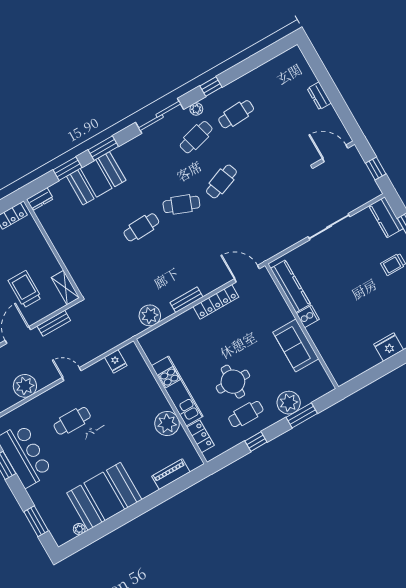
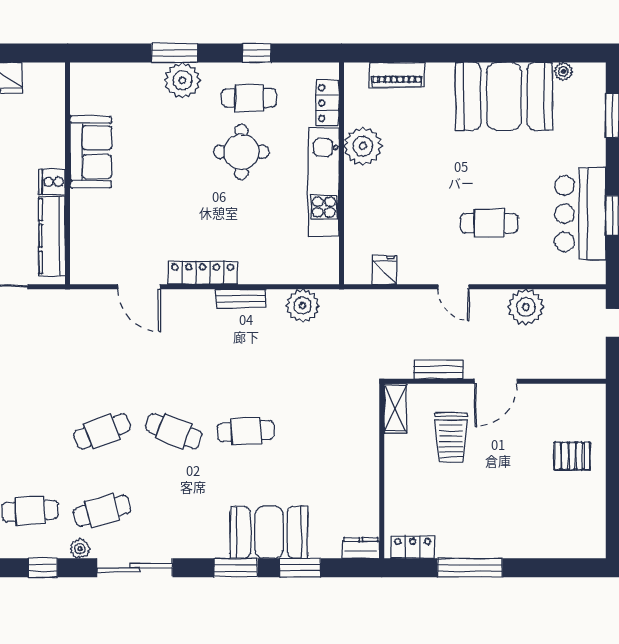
kitchen counter: (291, 286) -> (52, 236), moved
cooker: (308, 316) -> (52, 182), moved
wall: (302, 326) -> (68, 173), moved
sofa: (296, 345) -> (91, 152), moved

